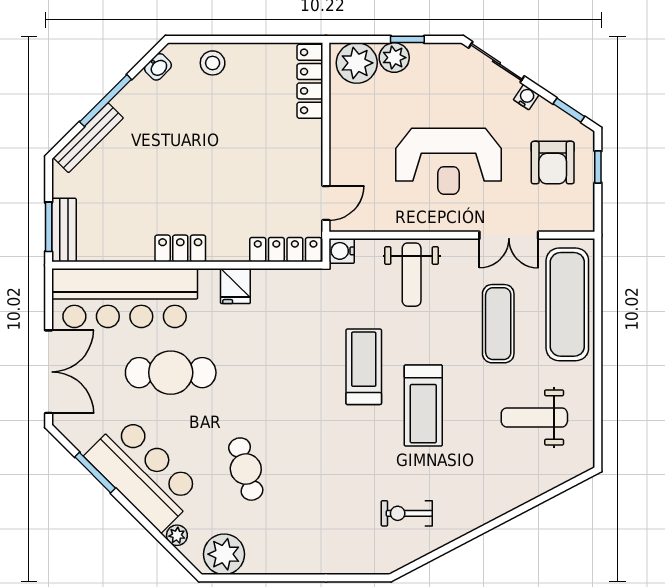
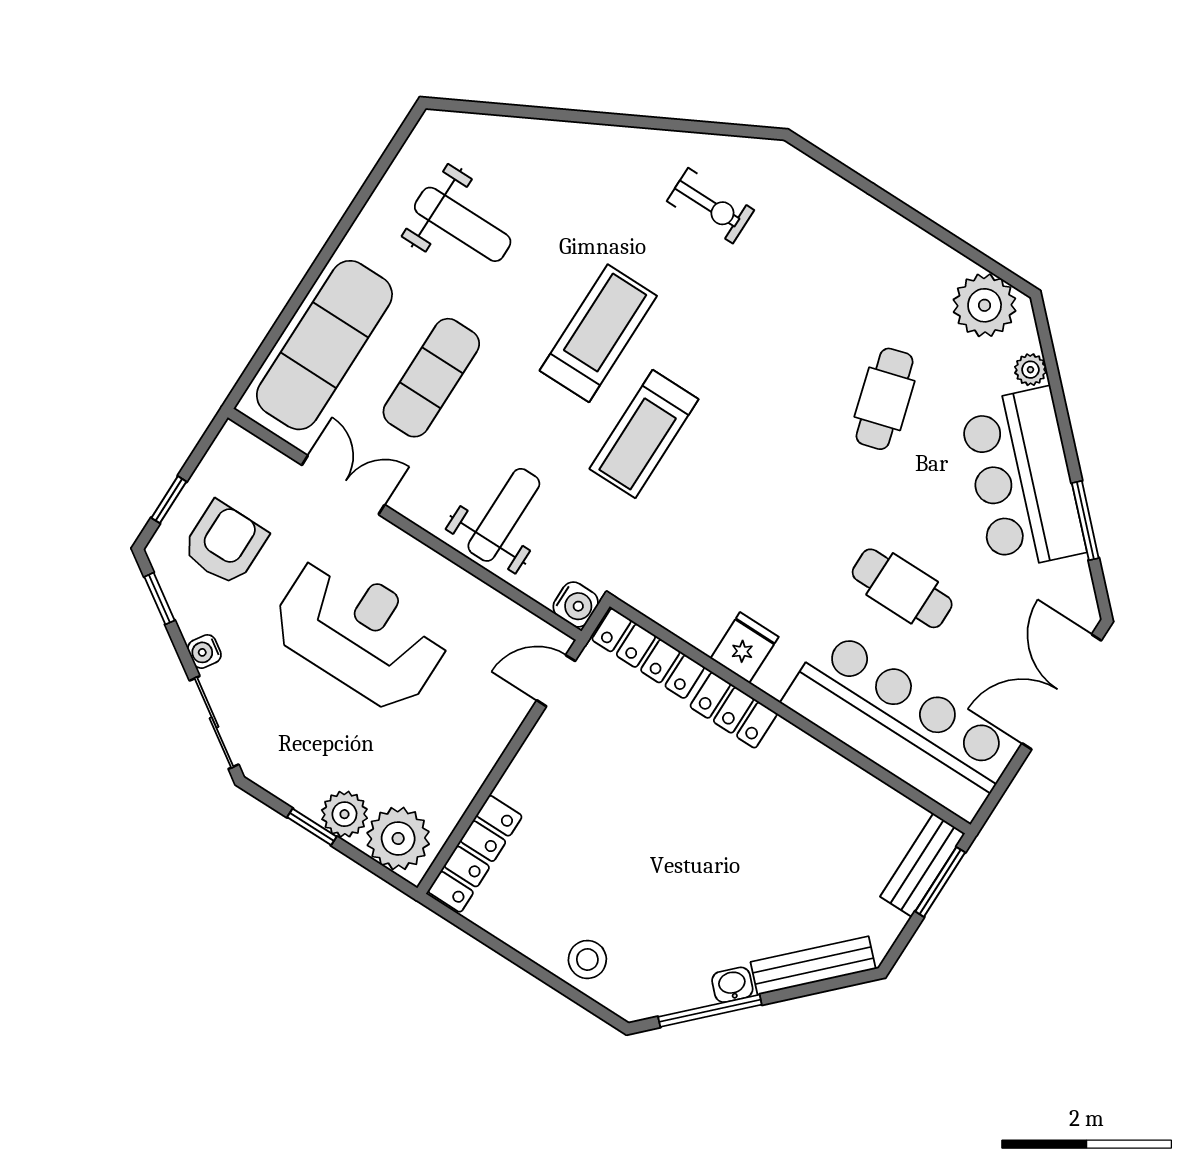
washbasin: (158, 67) -> (732, 985), moved
window: (106, 101) -> (710, 1011), moved
locker: (180, 248) -> (734, 710), moved
cafe table: (171, 373) -> (902, 588), width x0.73, depth x0.74

